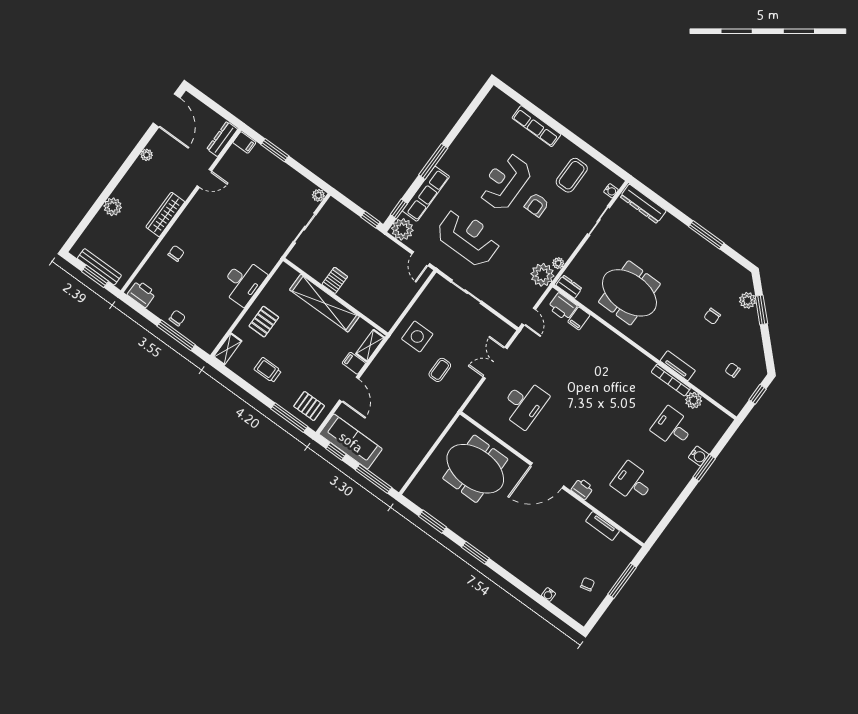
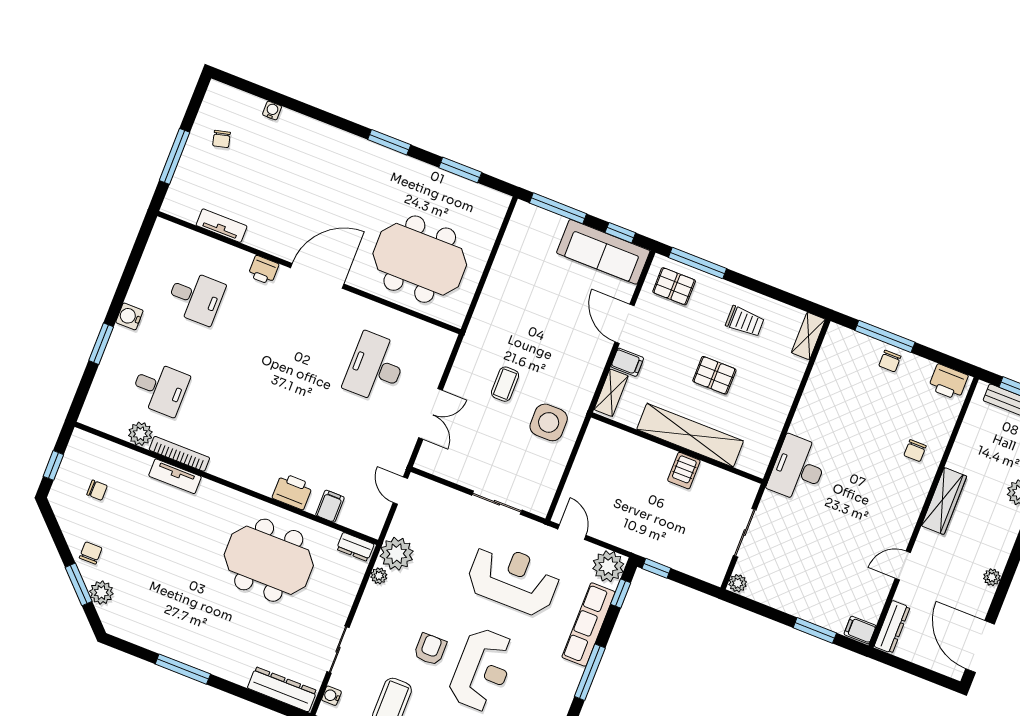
reception desk: (468, 237) -> (513, 579), turned 180
desk: (243, 282) -> (798, 469), moved
printer: (562, 307) -> (293, 491), moved
chair: (712, 316) -> (91, 553), moved
pallet: (264, 322) -> (714, 375), moved, turned 90
water cooler: (699, 456) -> (129, 316), moved

